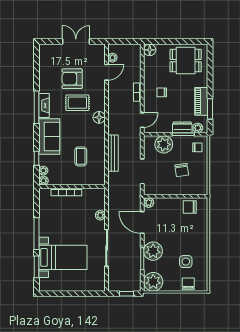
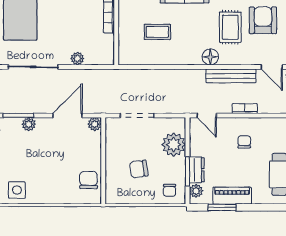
bench: (113, 153) -> (231, 76), moved
plant: (153, 251) -> (29, 124), width x0.53, depth x0.53
side table: (186, 262) -> (17, 190), moved

